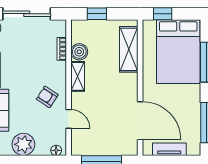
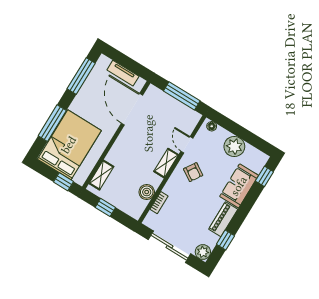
window: (97, 14) -> (105, 207), moved
shelving: (129, 49) -> (101, 175), width x0.67, depth x0.75
shelving: (78, 76) -> (166, 163), moved

